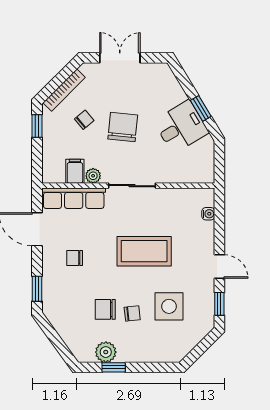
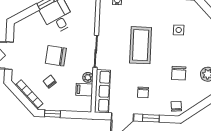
window: (37, 289) -> (151, 118), moved
side table: (169, 306) -> (179, 30), width x0.54, depth x0.54
chair: (132, 313) -> (176, 106), moved

